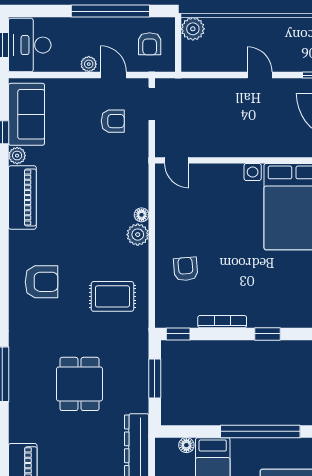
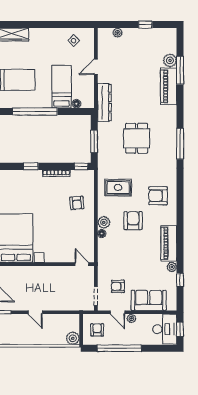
sofa: (27, 114) -> (149, 300), moved, turned 90
armchair: (86, 238) -> (133, 221), added

